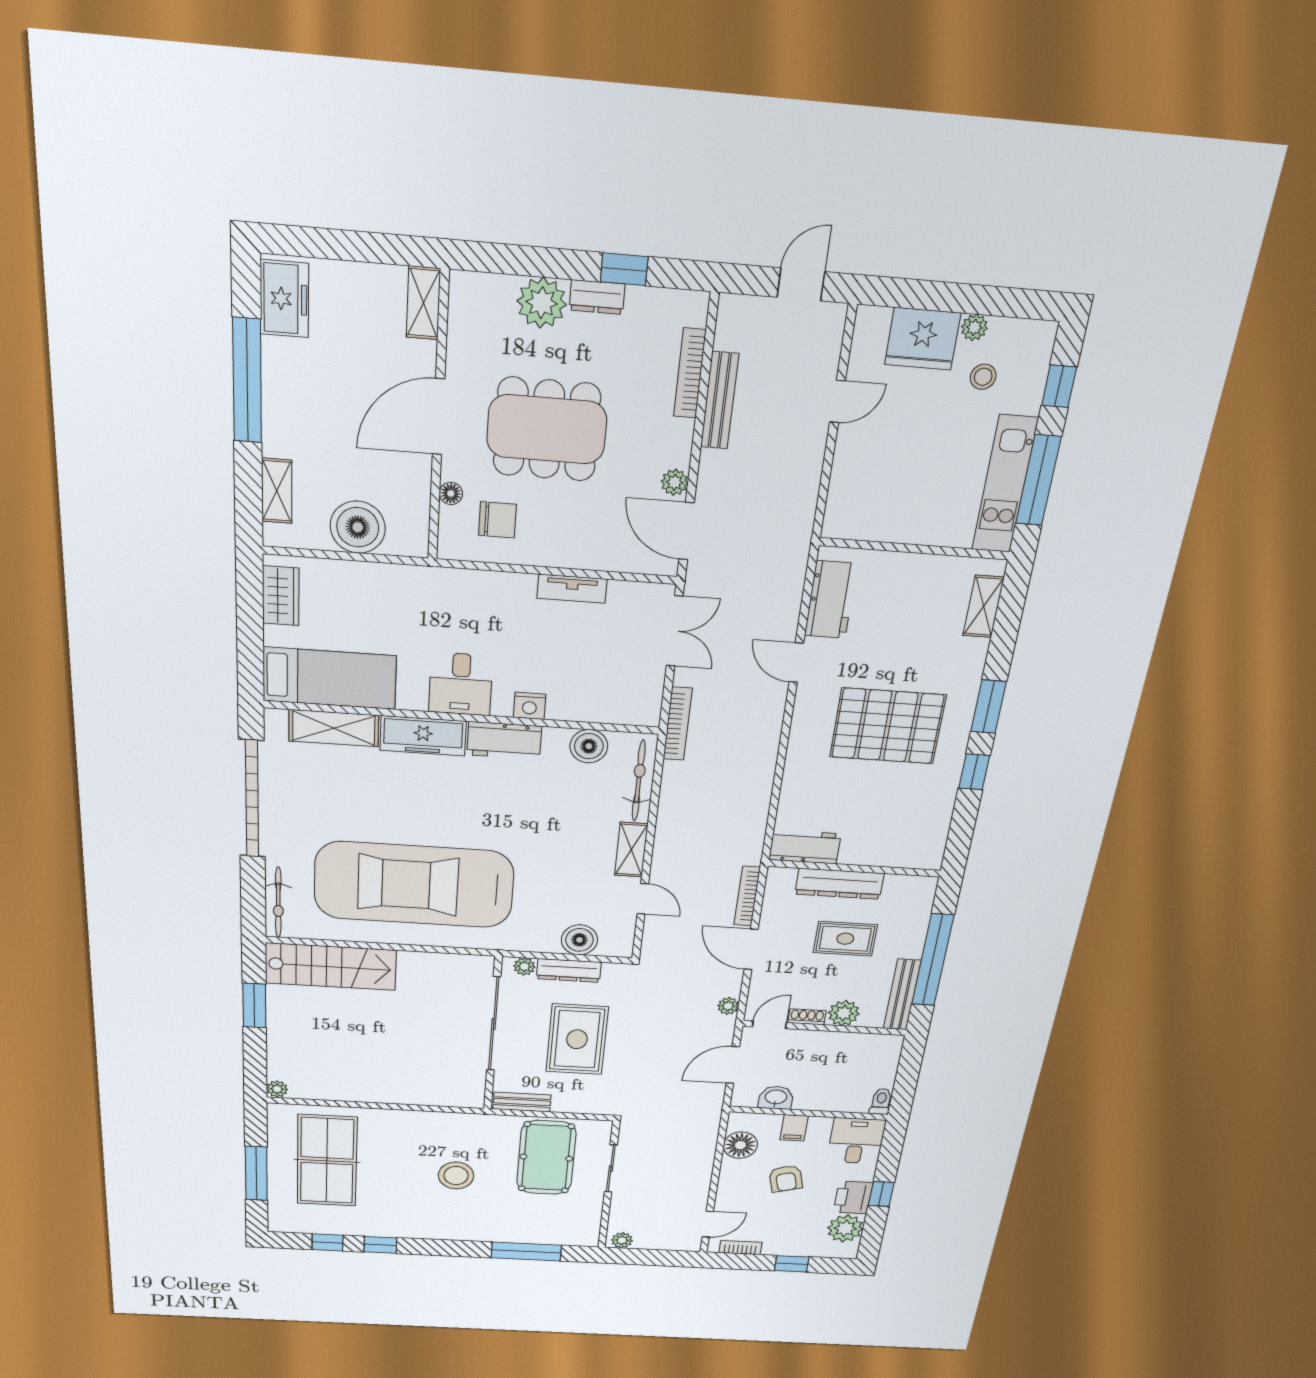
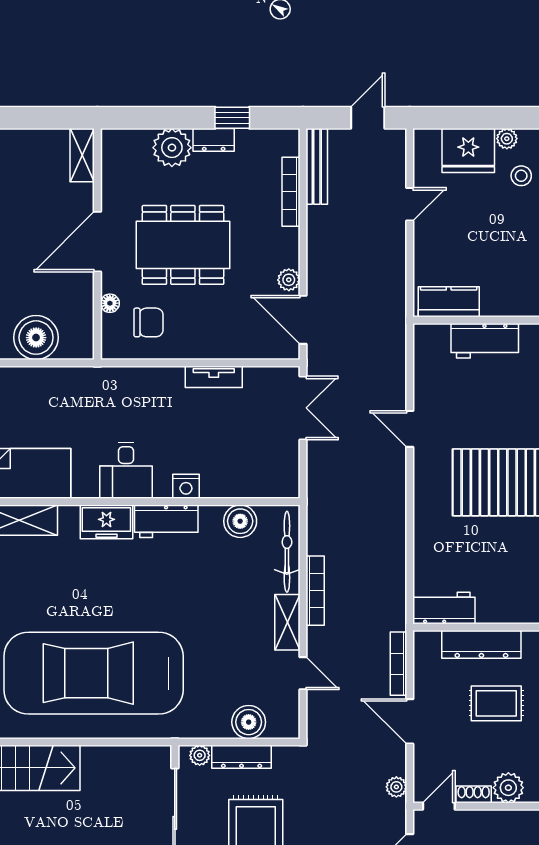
bench: (720, 401) -> (317, 166), moved
kitchen counter: (866, 523) -> (449, 302), added
workbench: (831, 600) -> (485, 341), moved, turned 90
bookcase: (678, 724) -> (315, 591), moved
freezer: (423, 736) -> (106, 522), width x0.71

